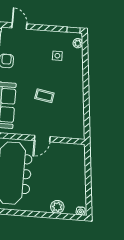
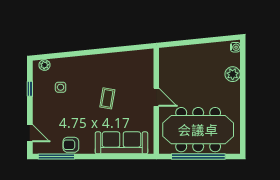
door: (19, 26) -> (30, 133), swing flipped
window: (73, 30) -> (30, 89), moved

